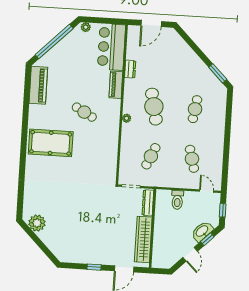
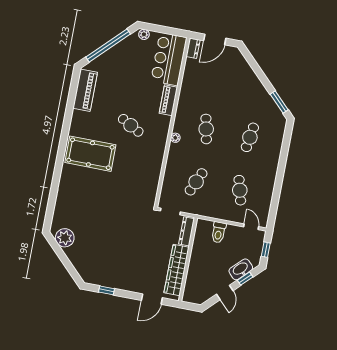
dresser: (130, 69) -> (193, 48), moved
cafe table: (154, 107) -> (206, 129), width x0.73, depth x0.74
window: (94, 267) -> (107, 290), moved

